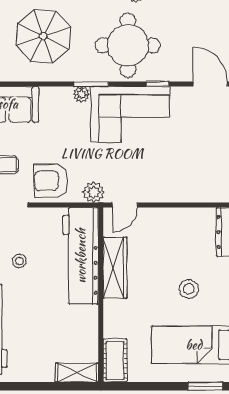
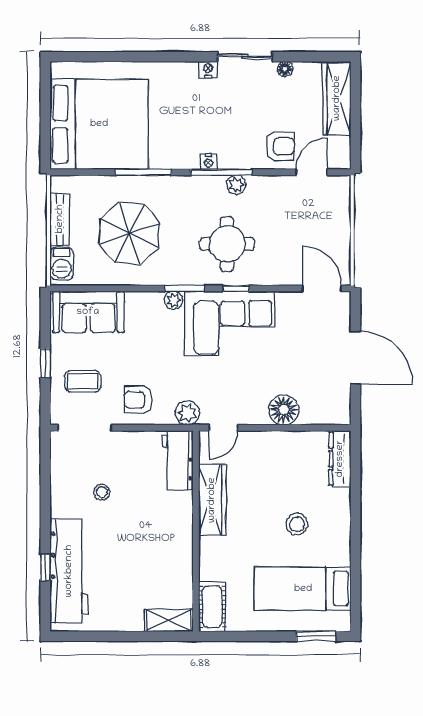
round table: (128, 45) -> (227, 244), width x0.73, depth x0.73
window: (157, 84) -> (236, 288), moved
armchair: (51, 181) -> (138, 400), width x0.72, depth x0.72
floor lamp: (177, 190) -> (284, 410), added
workbench: (81, 256) -> (178, 460), width x0.53, depth x0.76

